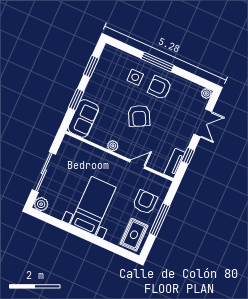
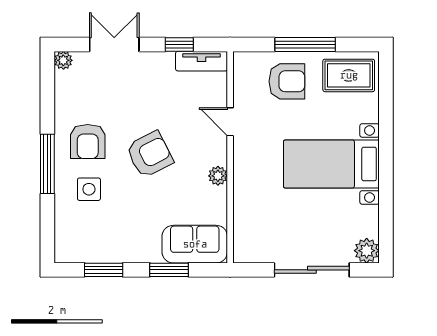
armchair: (145, 202) -> (287, 81), turned 180

